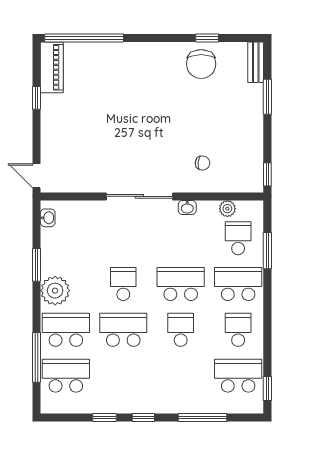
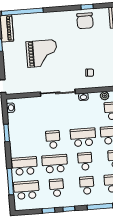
grand piano: (115, 120) -> (42, 53), added
plant: (55, 291) -> (17, 146), removed
school desk: (123, 376) -> (57, 188), added
school desk: (181, 376) -> (87, 185), added

